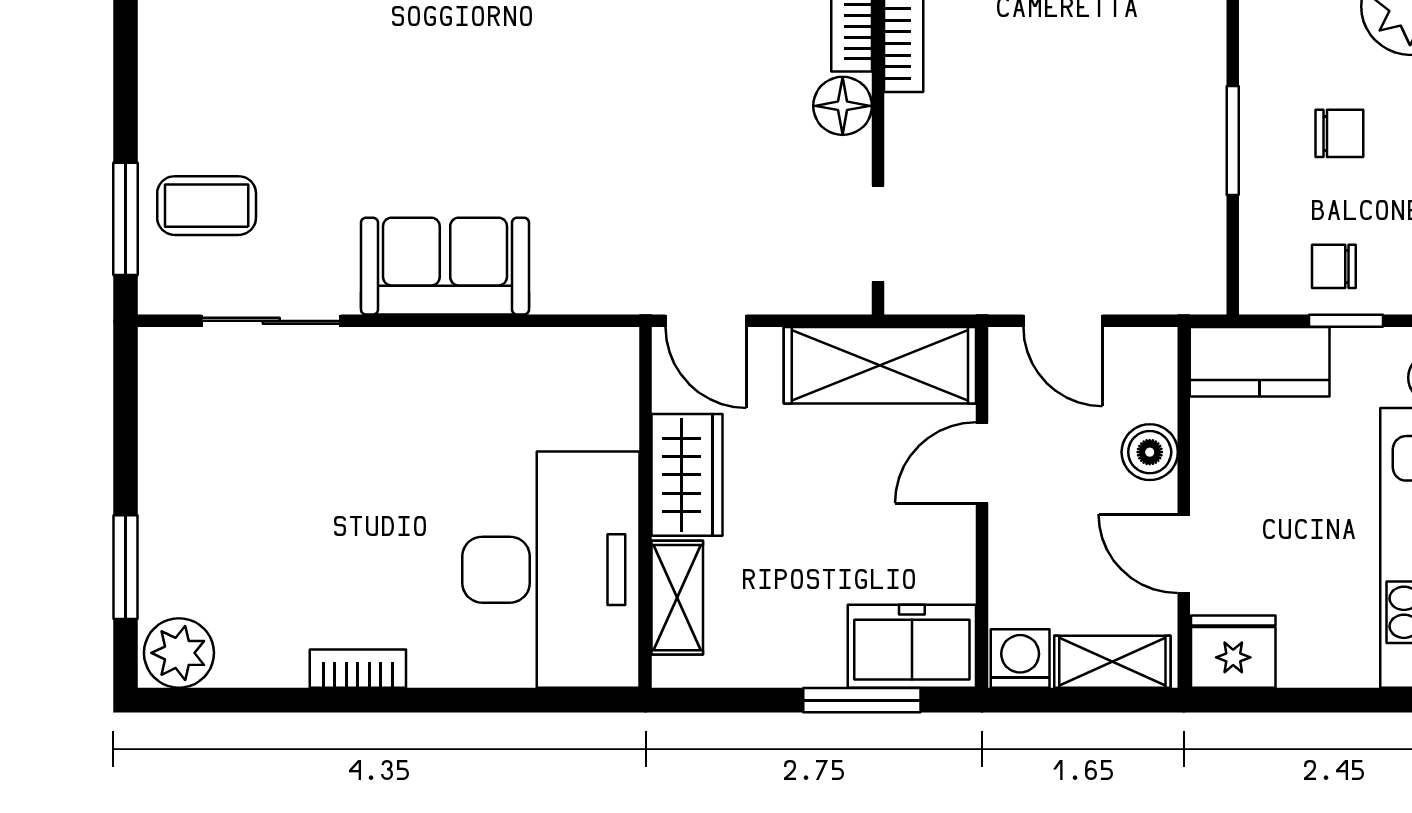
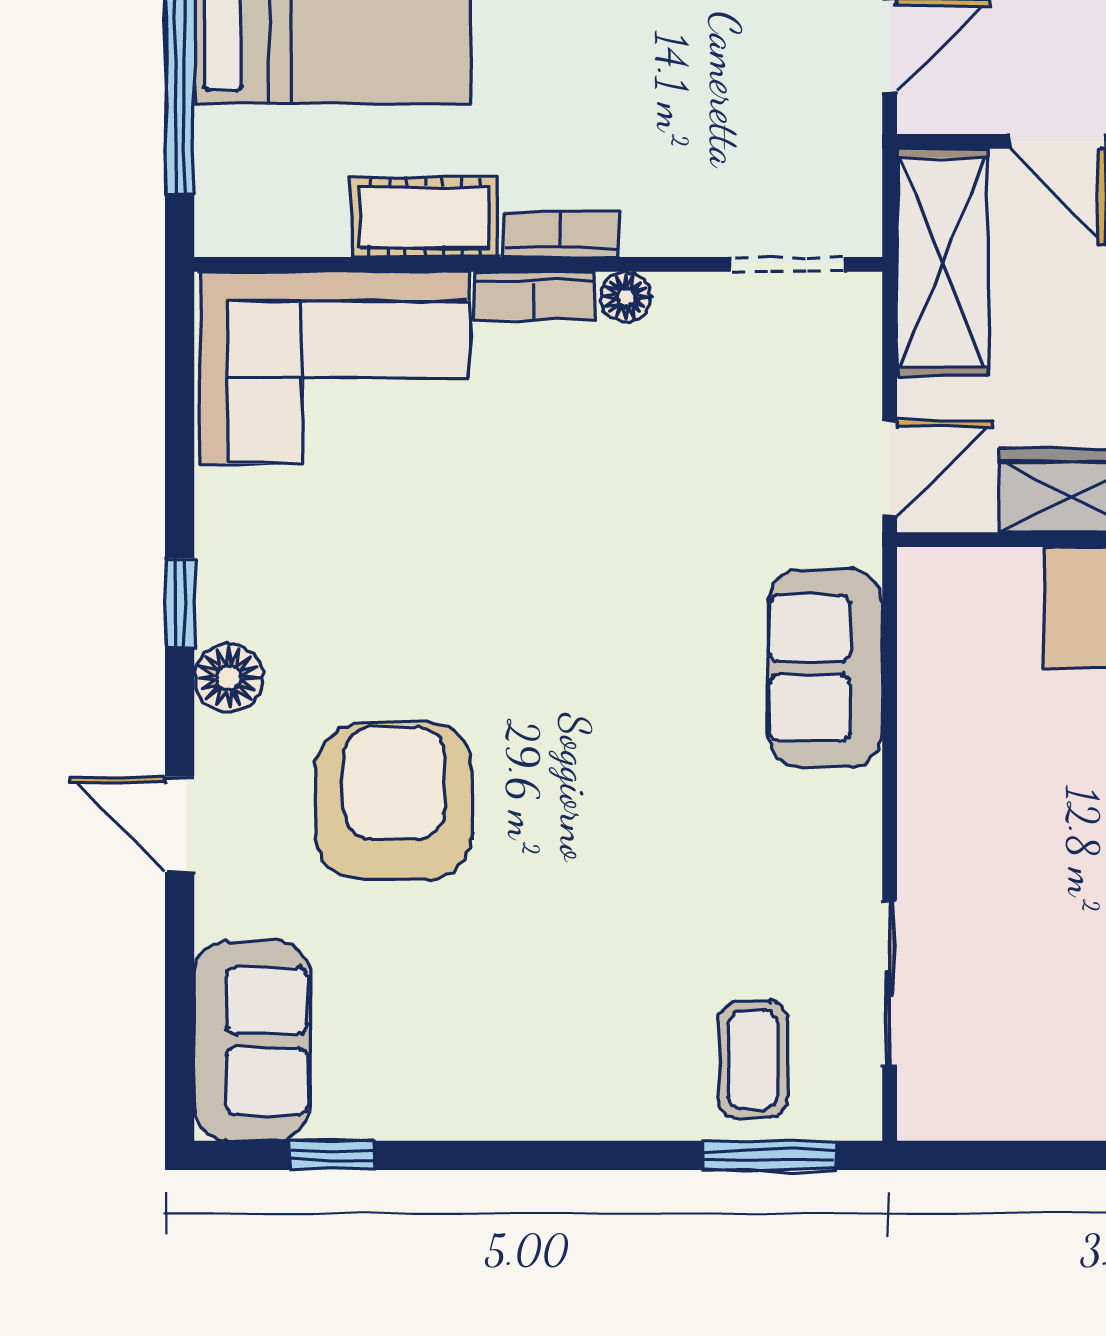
floor lamp: (843, 106) -> (626, 297), width x0.73, depth x0.73
sofa: (445, 266) -> (825, 668), moved

